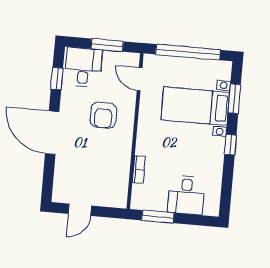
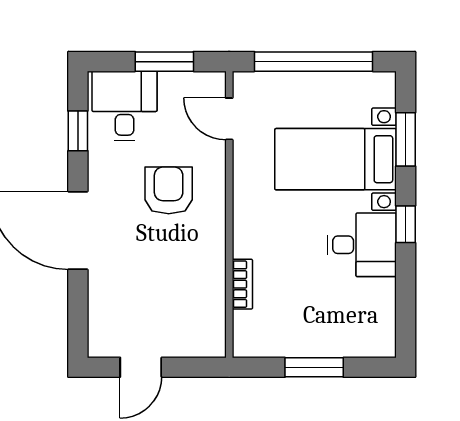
armchair: (103, 115) -> (169, 190), turned 180
desk: (186, 195) -> (362, 245), moved, turned -90
window: (158, 217) -> (314, 367), moved

